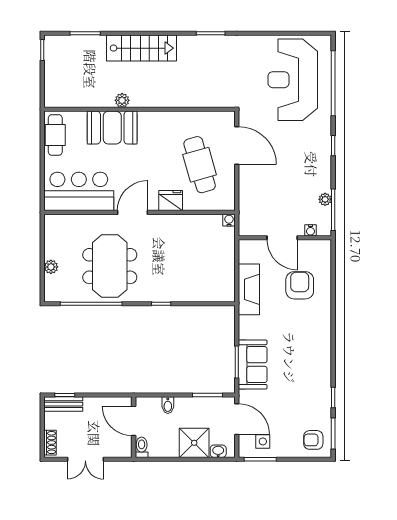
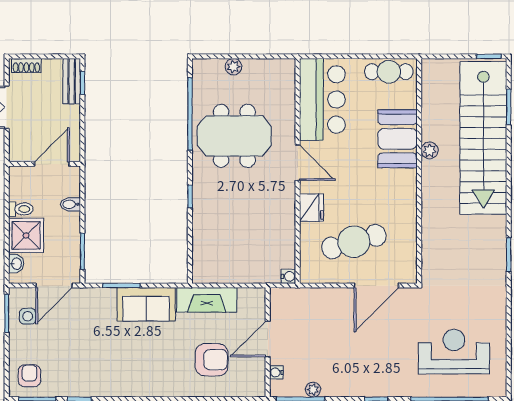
stairs: (141, 48) -> (483, 138), width x1.86, depth x1.51
reception desk: (293, 80) -> (454, 352), width x0.74, depth x0.77
sofa: (253, 365) -> (146, 304), moved
toilet: (142, 447) -> (21, 209), moved

